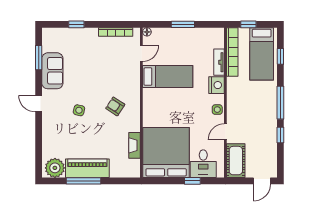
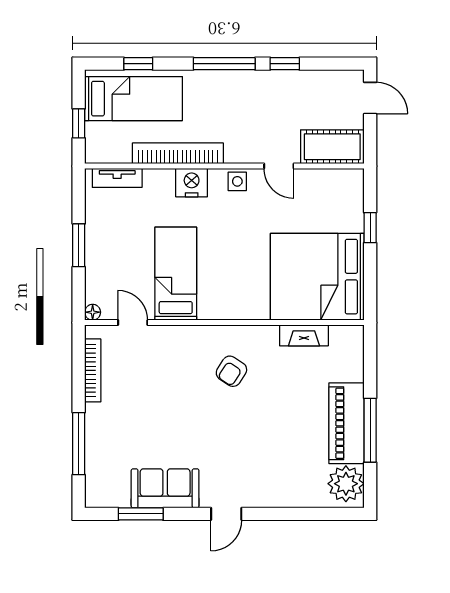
window: (76, 24) -> (79, 444), width x2.17
bookcase: (232, 52) -> (178, 153), moved
tv unit: (219, 62) -> (117, 178), moved
side table: (79, 110) -> (239, 439), removed
desk: (203, 164) -> (338, 207), removed

